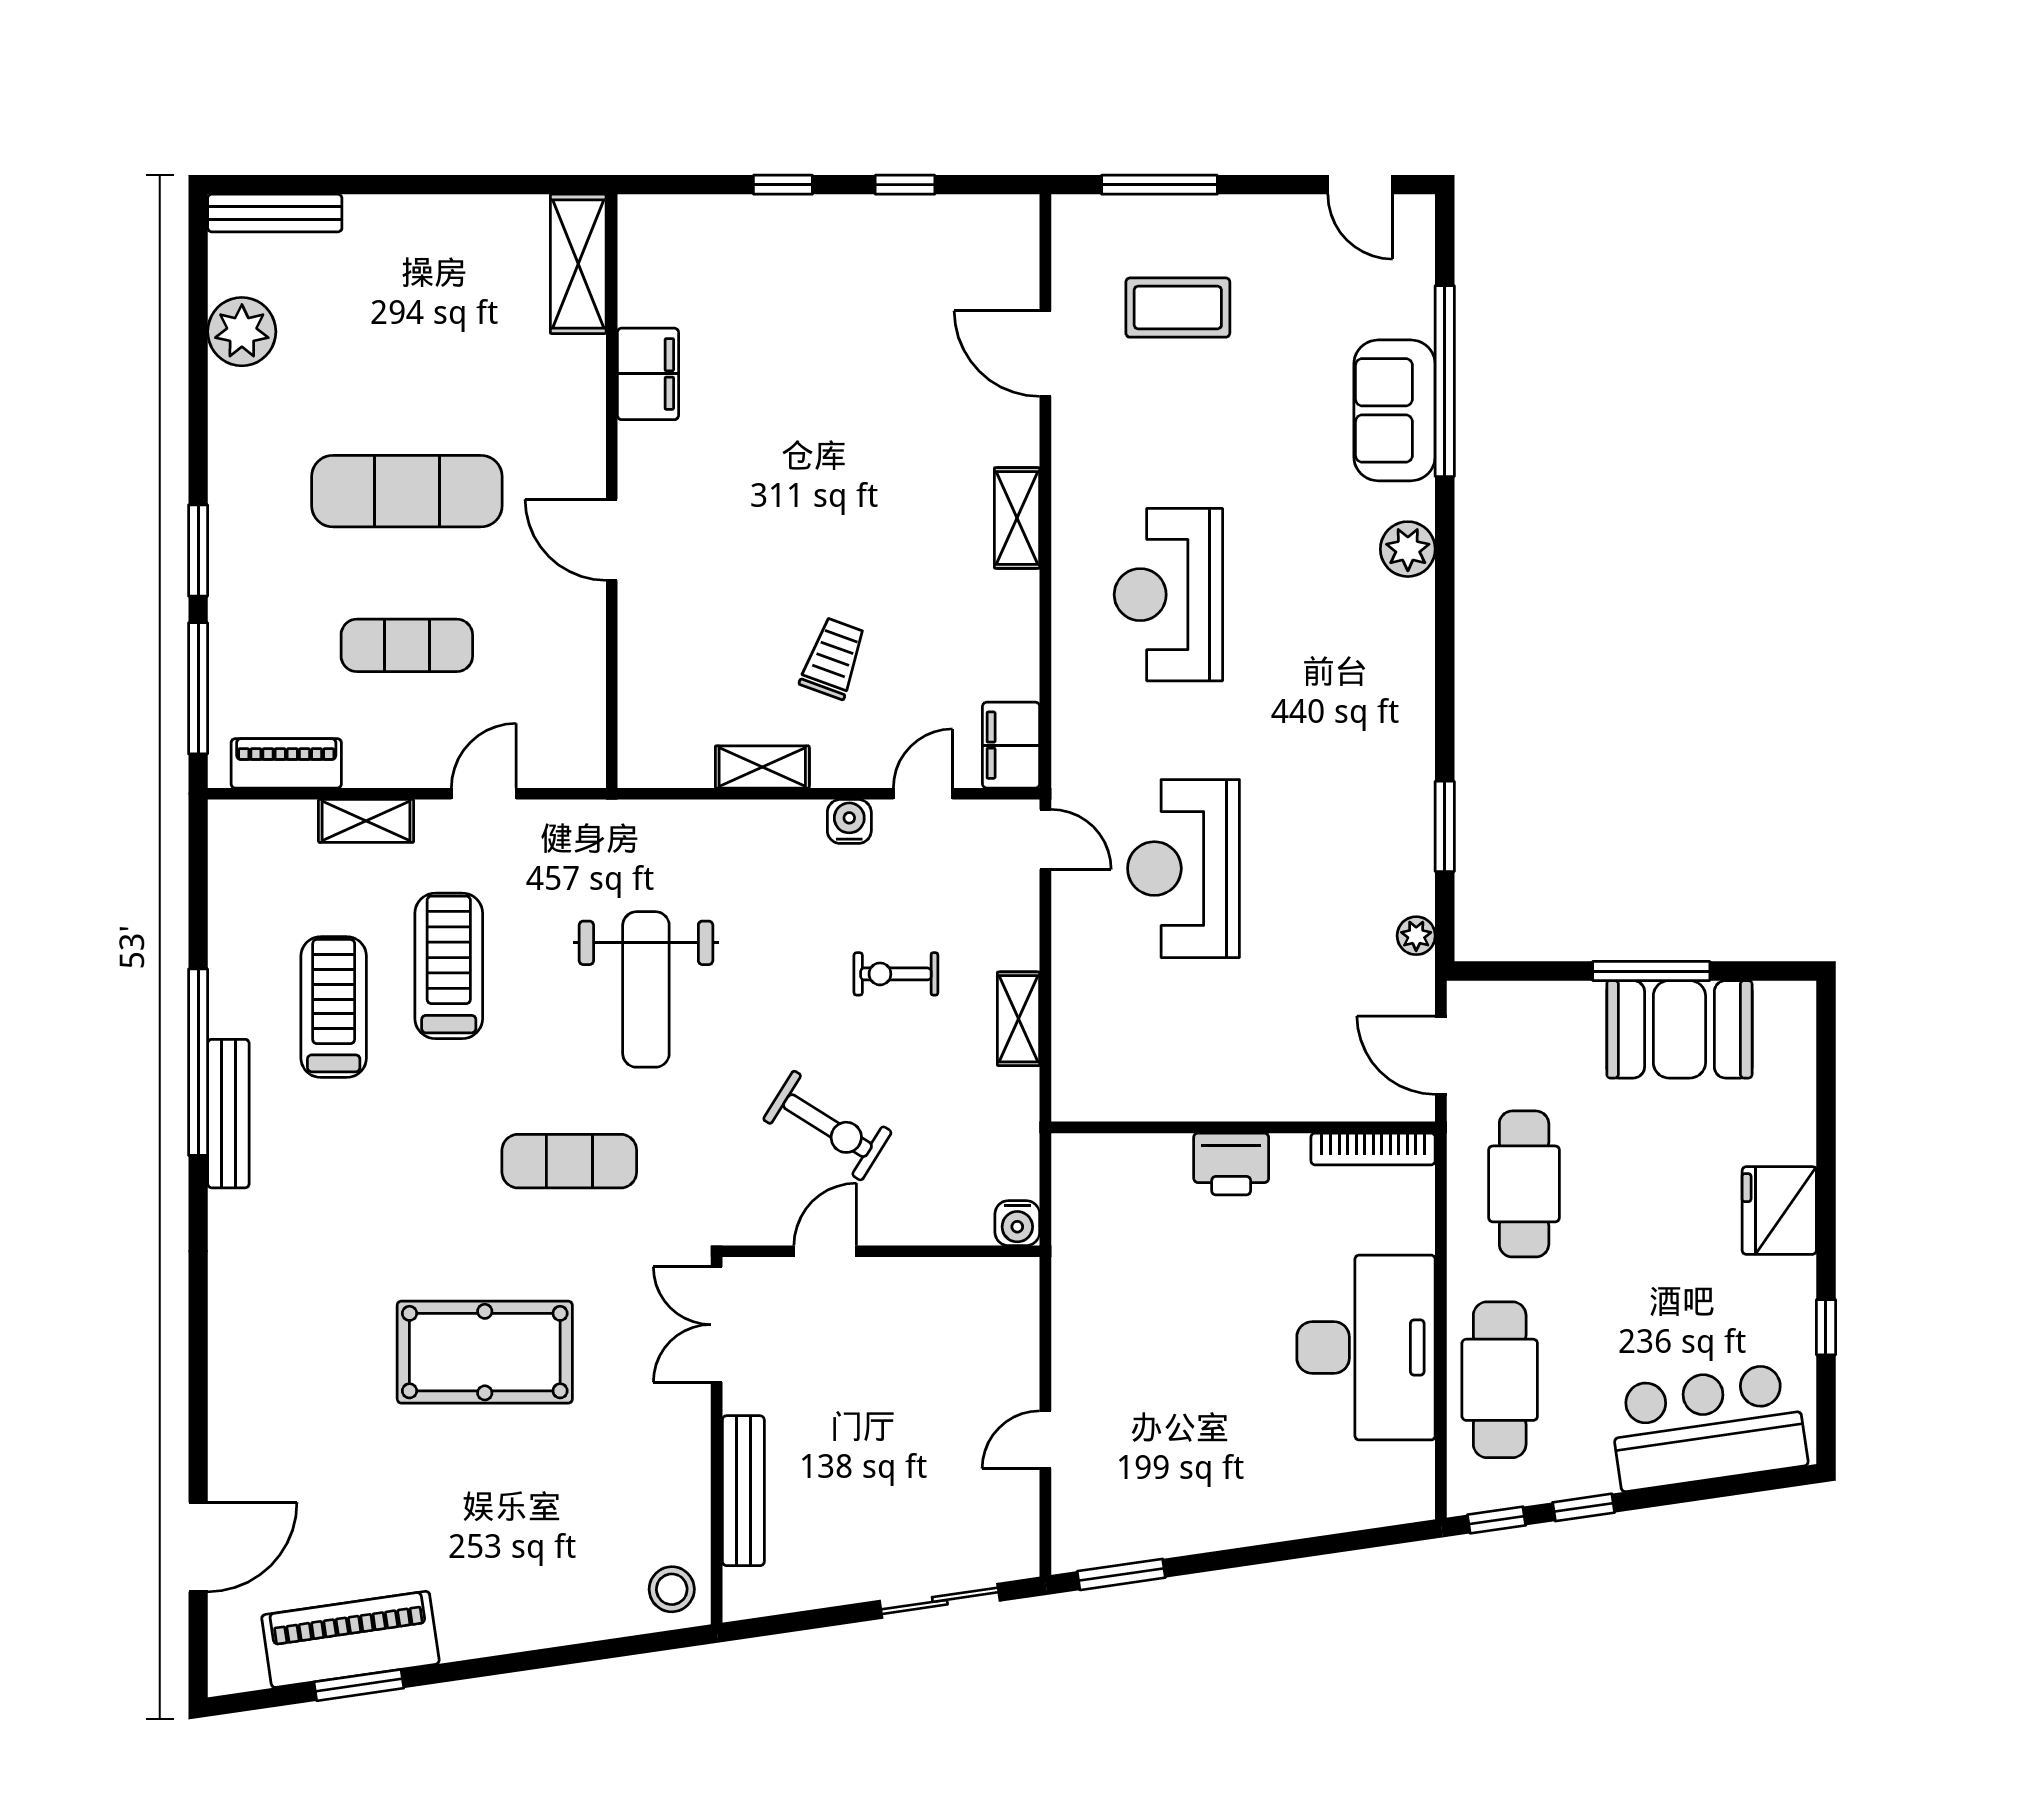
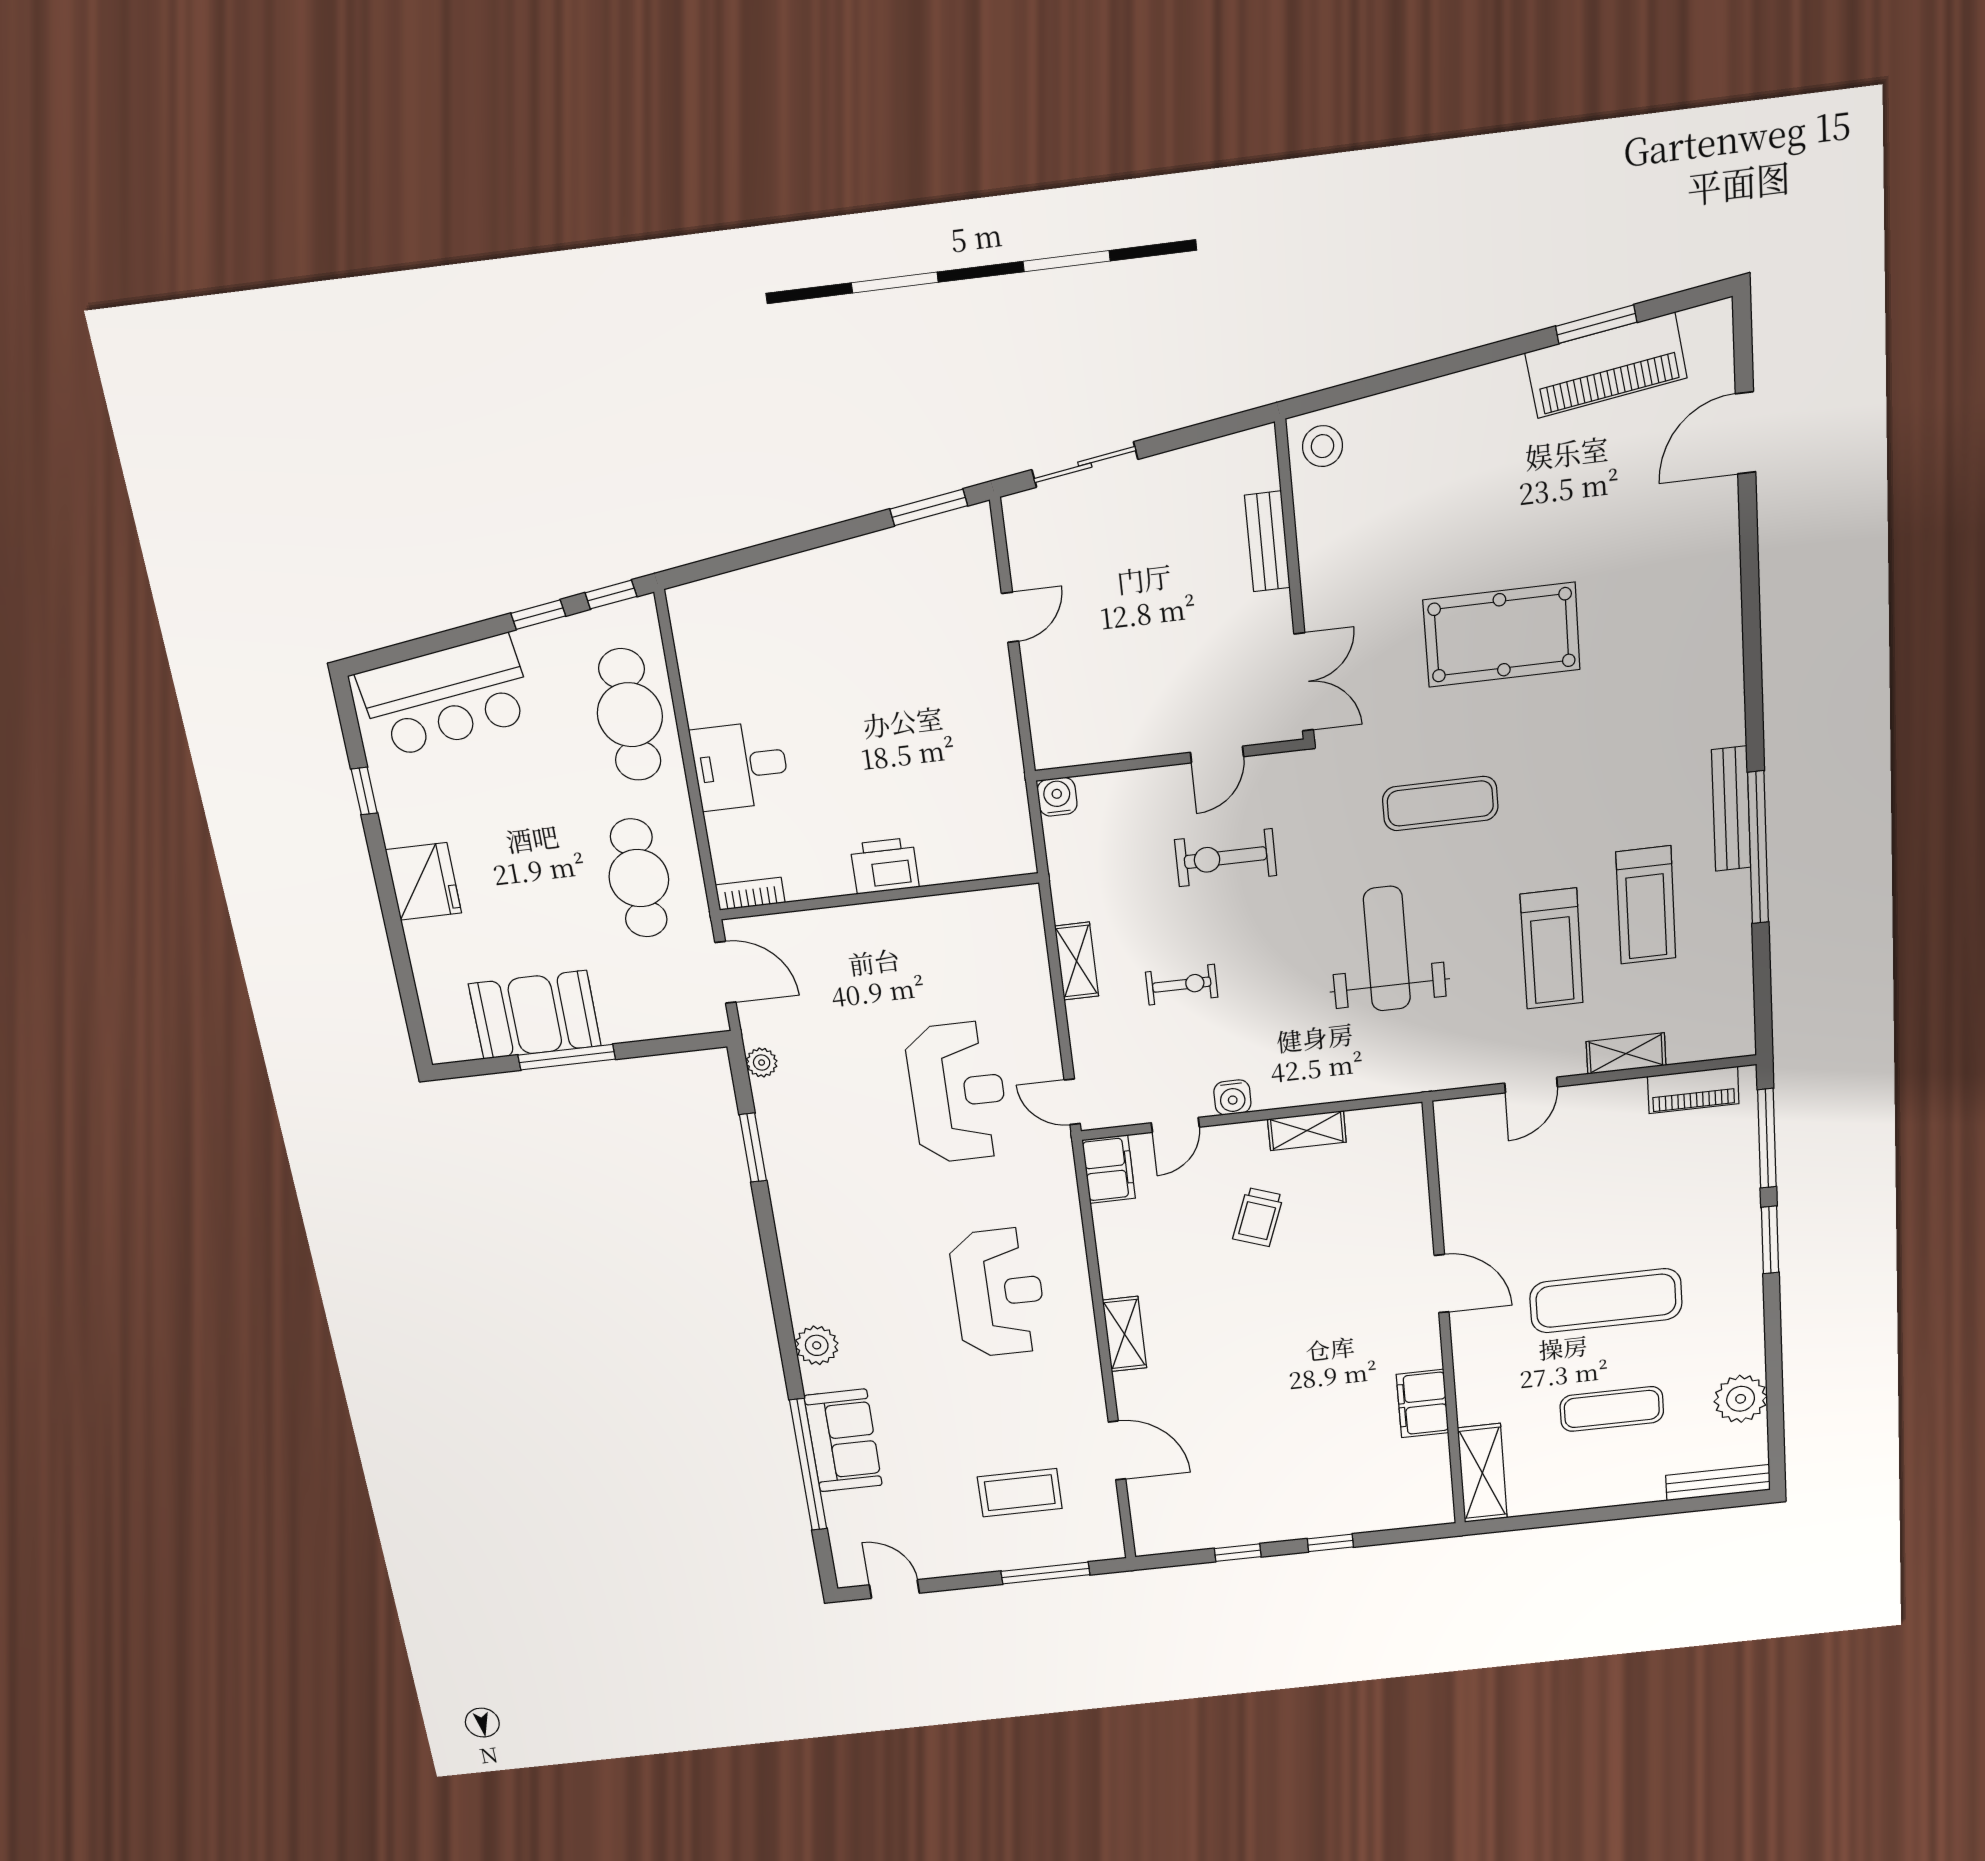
exercise mat: (407, 645) -> (1612, 1409), moved
exercise bike: (828, 1126) -> (1226, 858), turned -32
bookcase: (1373, 1149) -> (750, 894), width x0.64
desk: (1366, 1348) -> (740, 766), width x0.53, depth x0.77
bench: (743, 1491) -> (1267, 541), width x0.73

